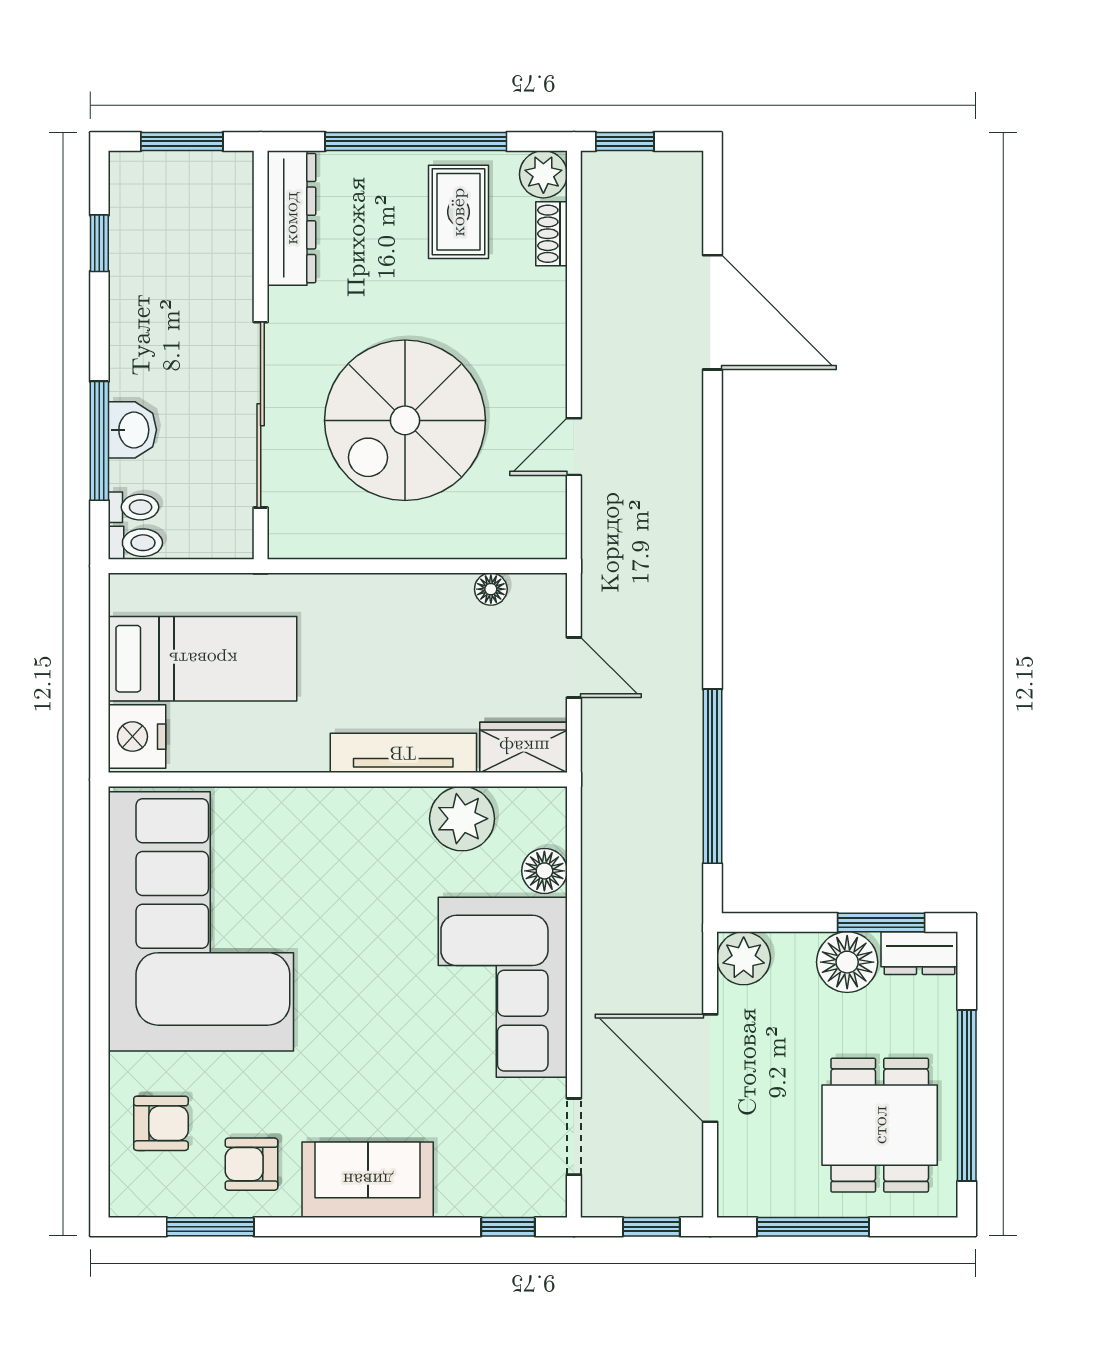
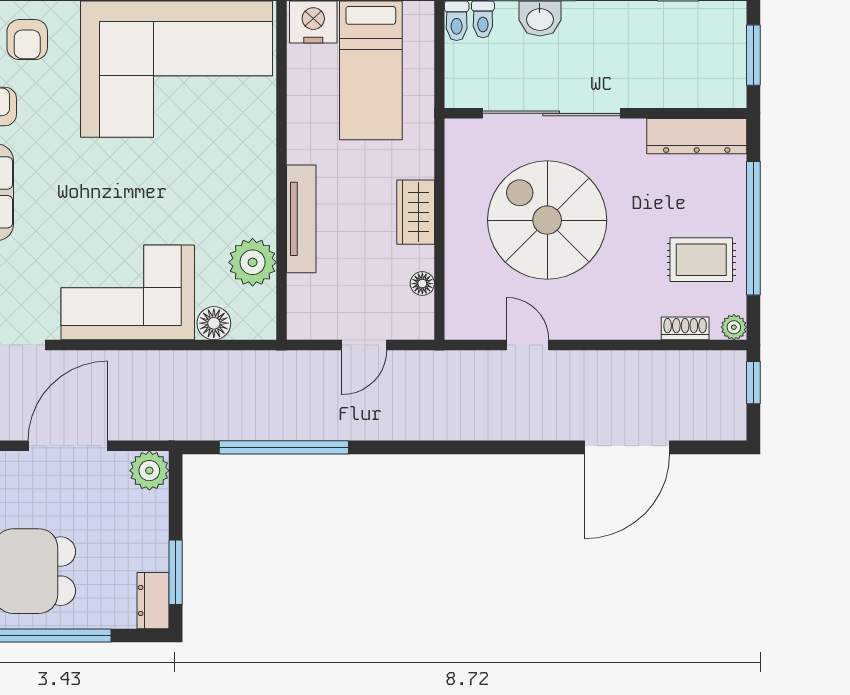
plant: (543, 174) -> (734, 327), width x0.73, depth x0.73
wardrobe: (524, 747) -> (416, 212), moved, turned 180
floor lamp: (847, 962) -> (146, 547), removed

